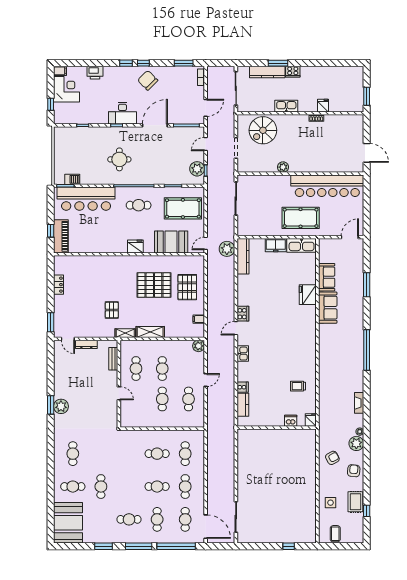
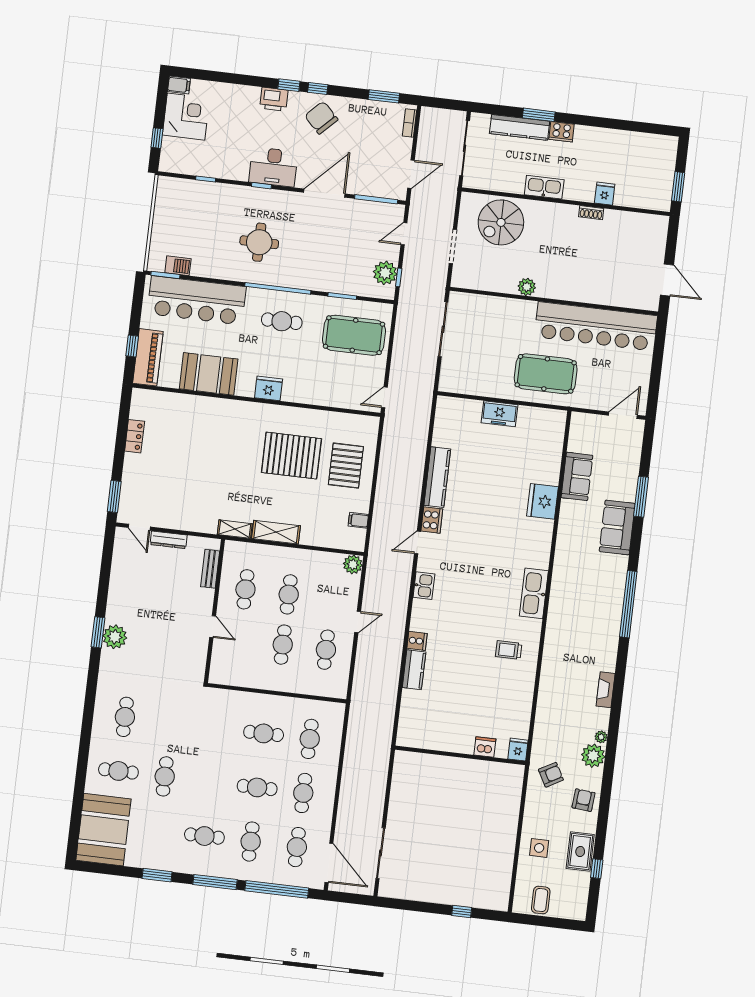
printer: (95, 73) -> (274, 99), moved
booth: (171, 242) -> (209, 374), moved
kitchen sink: (302, 245) -> (534, 593), moved, turned 90
plant: (227, 249) -> (419, 410), removed
kitchen counter: (243, 256) -> (437, 477), moved
sofa: (328, 308) -> (617, 528), moved, turned 180
pallet: (112, 310) -> (217, 488), removed
fridge: (311, 420) -> (518, 750), moved
dishwasher: (291, 421) -> (485, 747), moved
wall: (277, 428) -> (460, 755), moved

